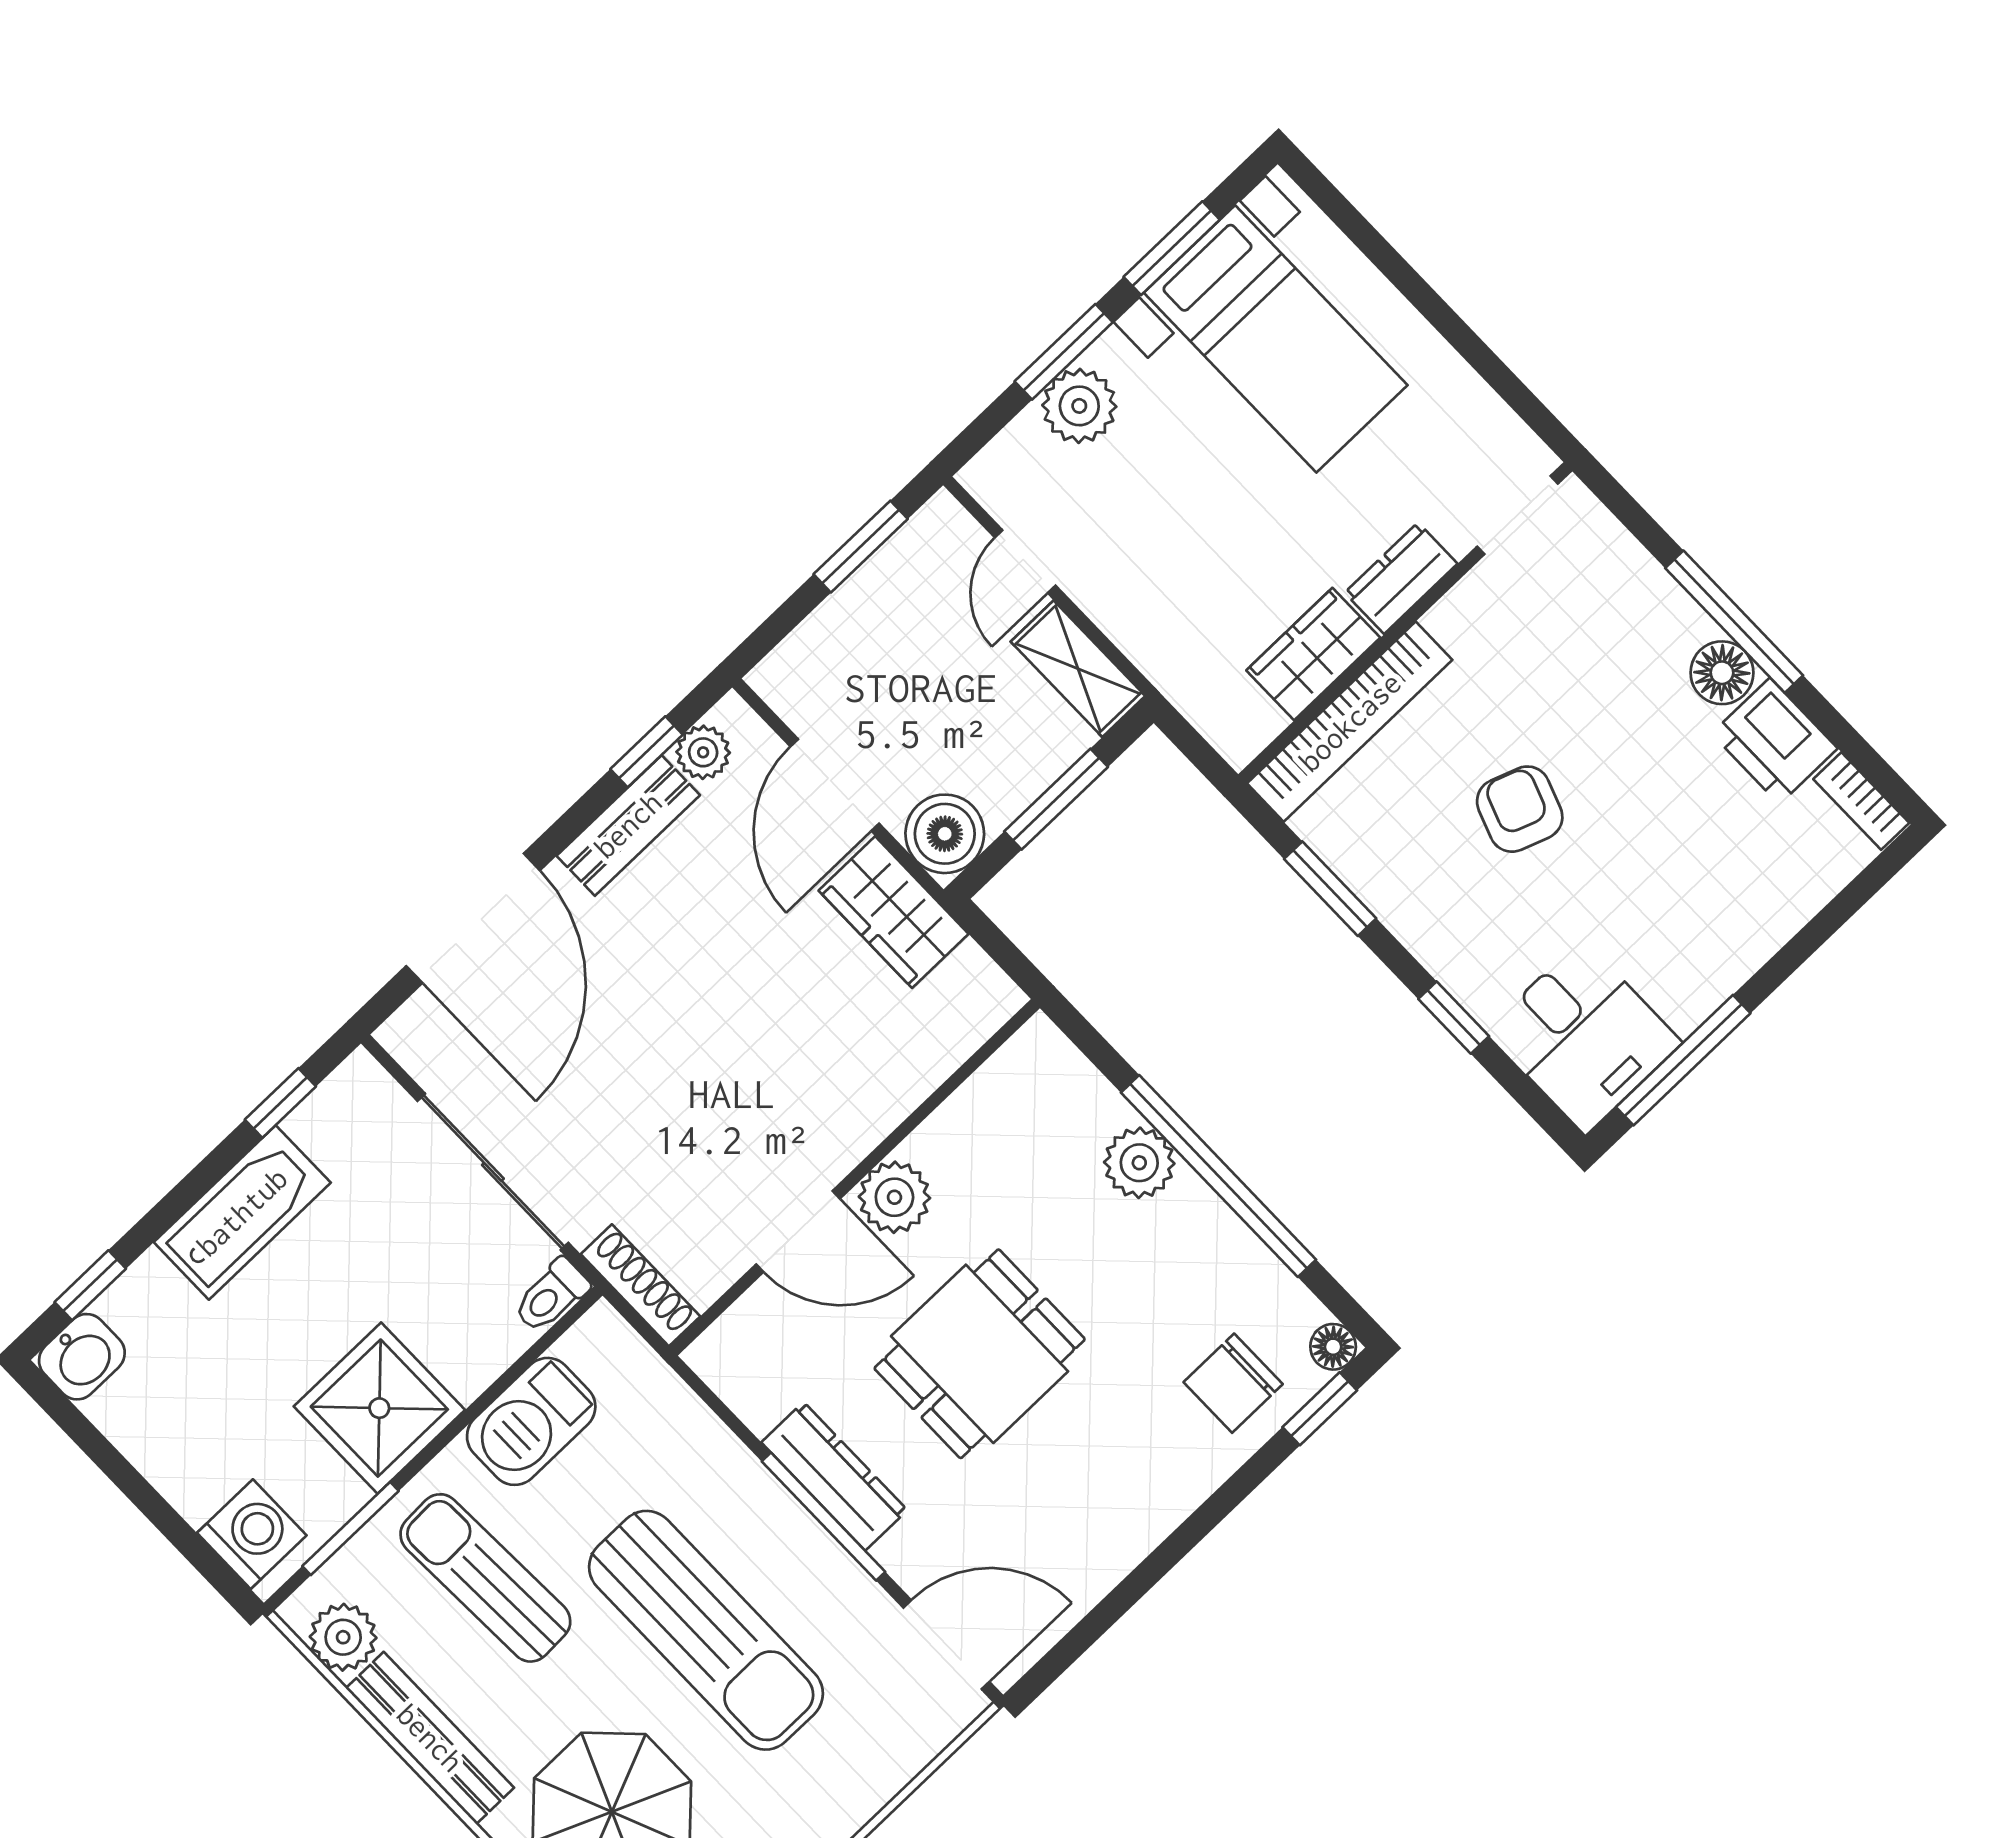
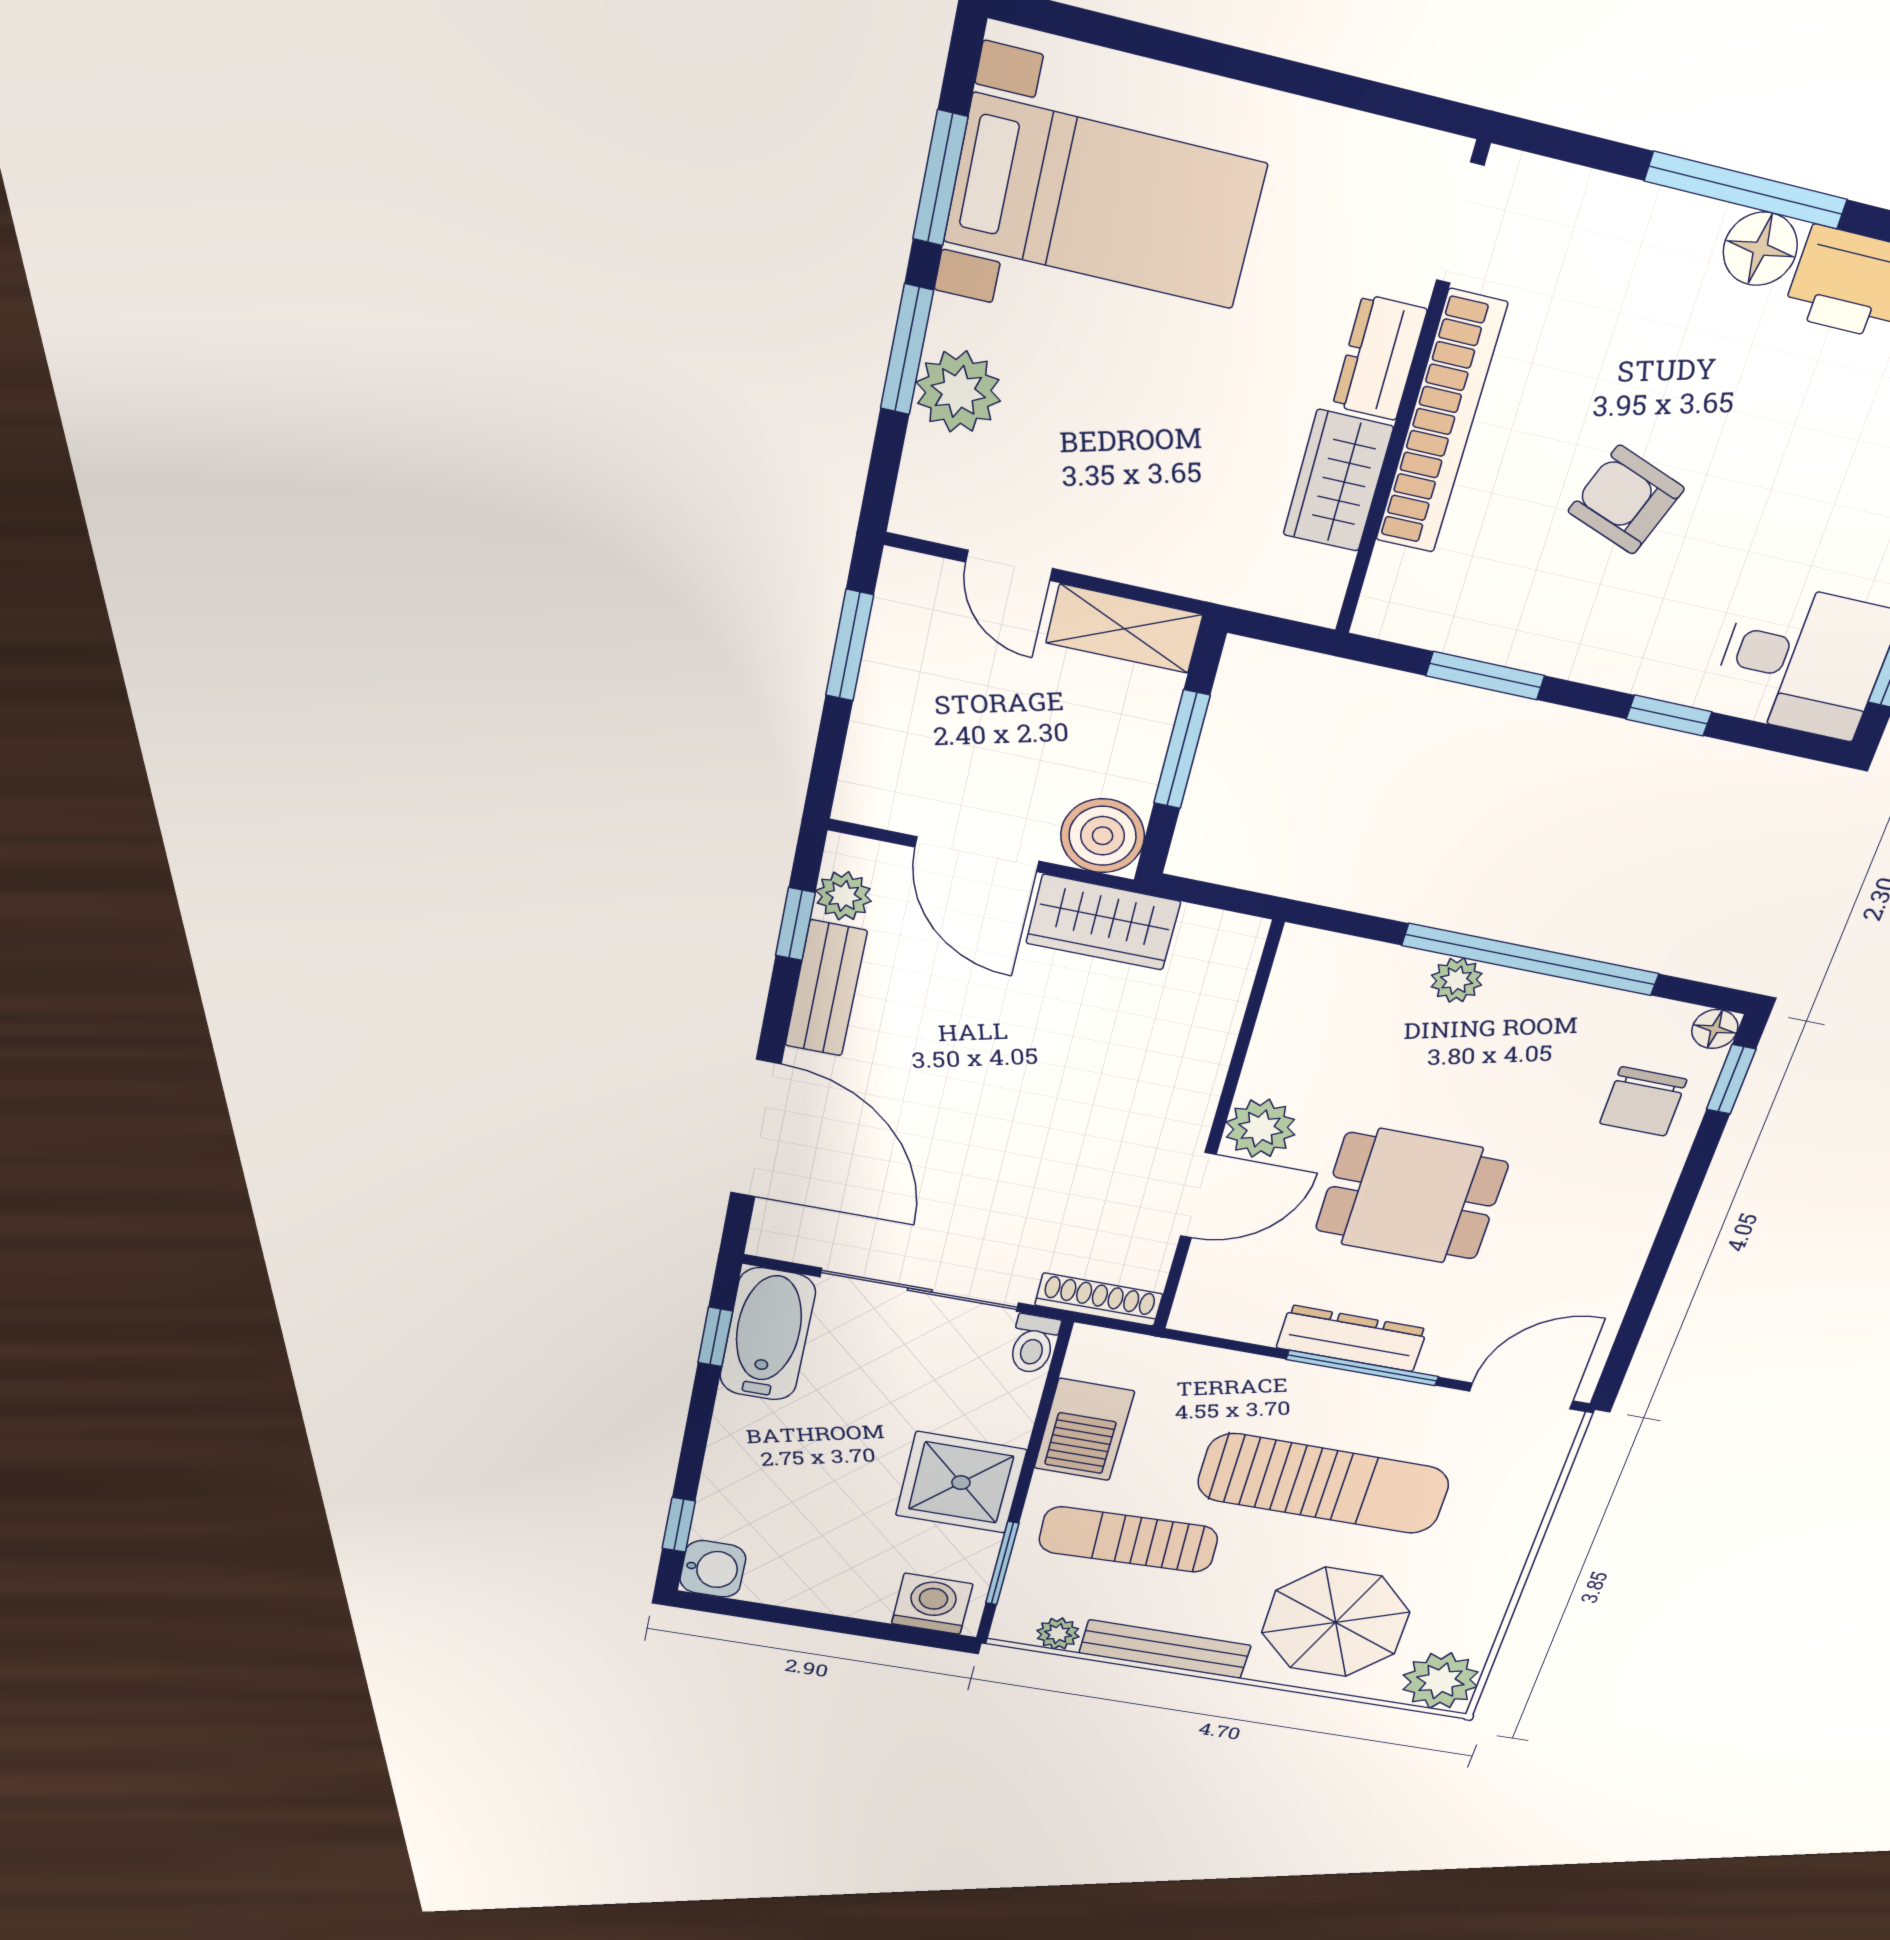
bookcase: (1350, 722) -> (1441, 423), moved
plant: (1139, 1163) -> (1457, 980), width x0.73, depth x0.73
bathtub: (242, 1212) -> (768, 1334), moved
dining table: (980, 1354) -> (1412, 1196), turned 90
plant: (343, 1637) -> (1058, 1634), width x0.73, depth x0.73

